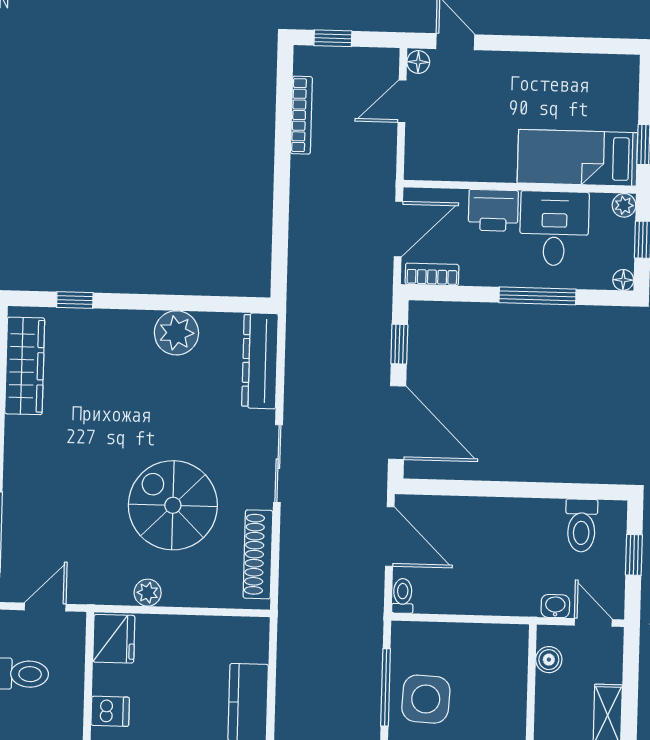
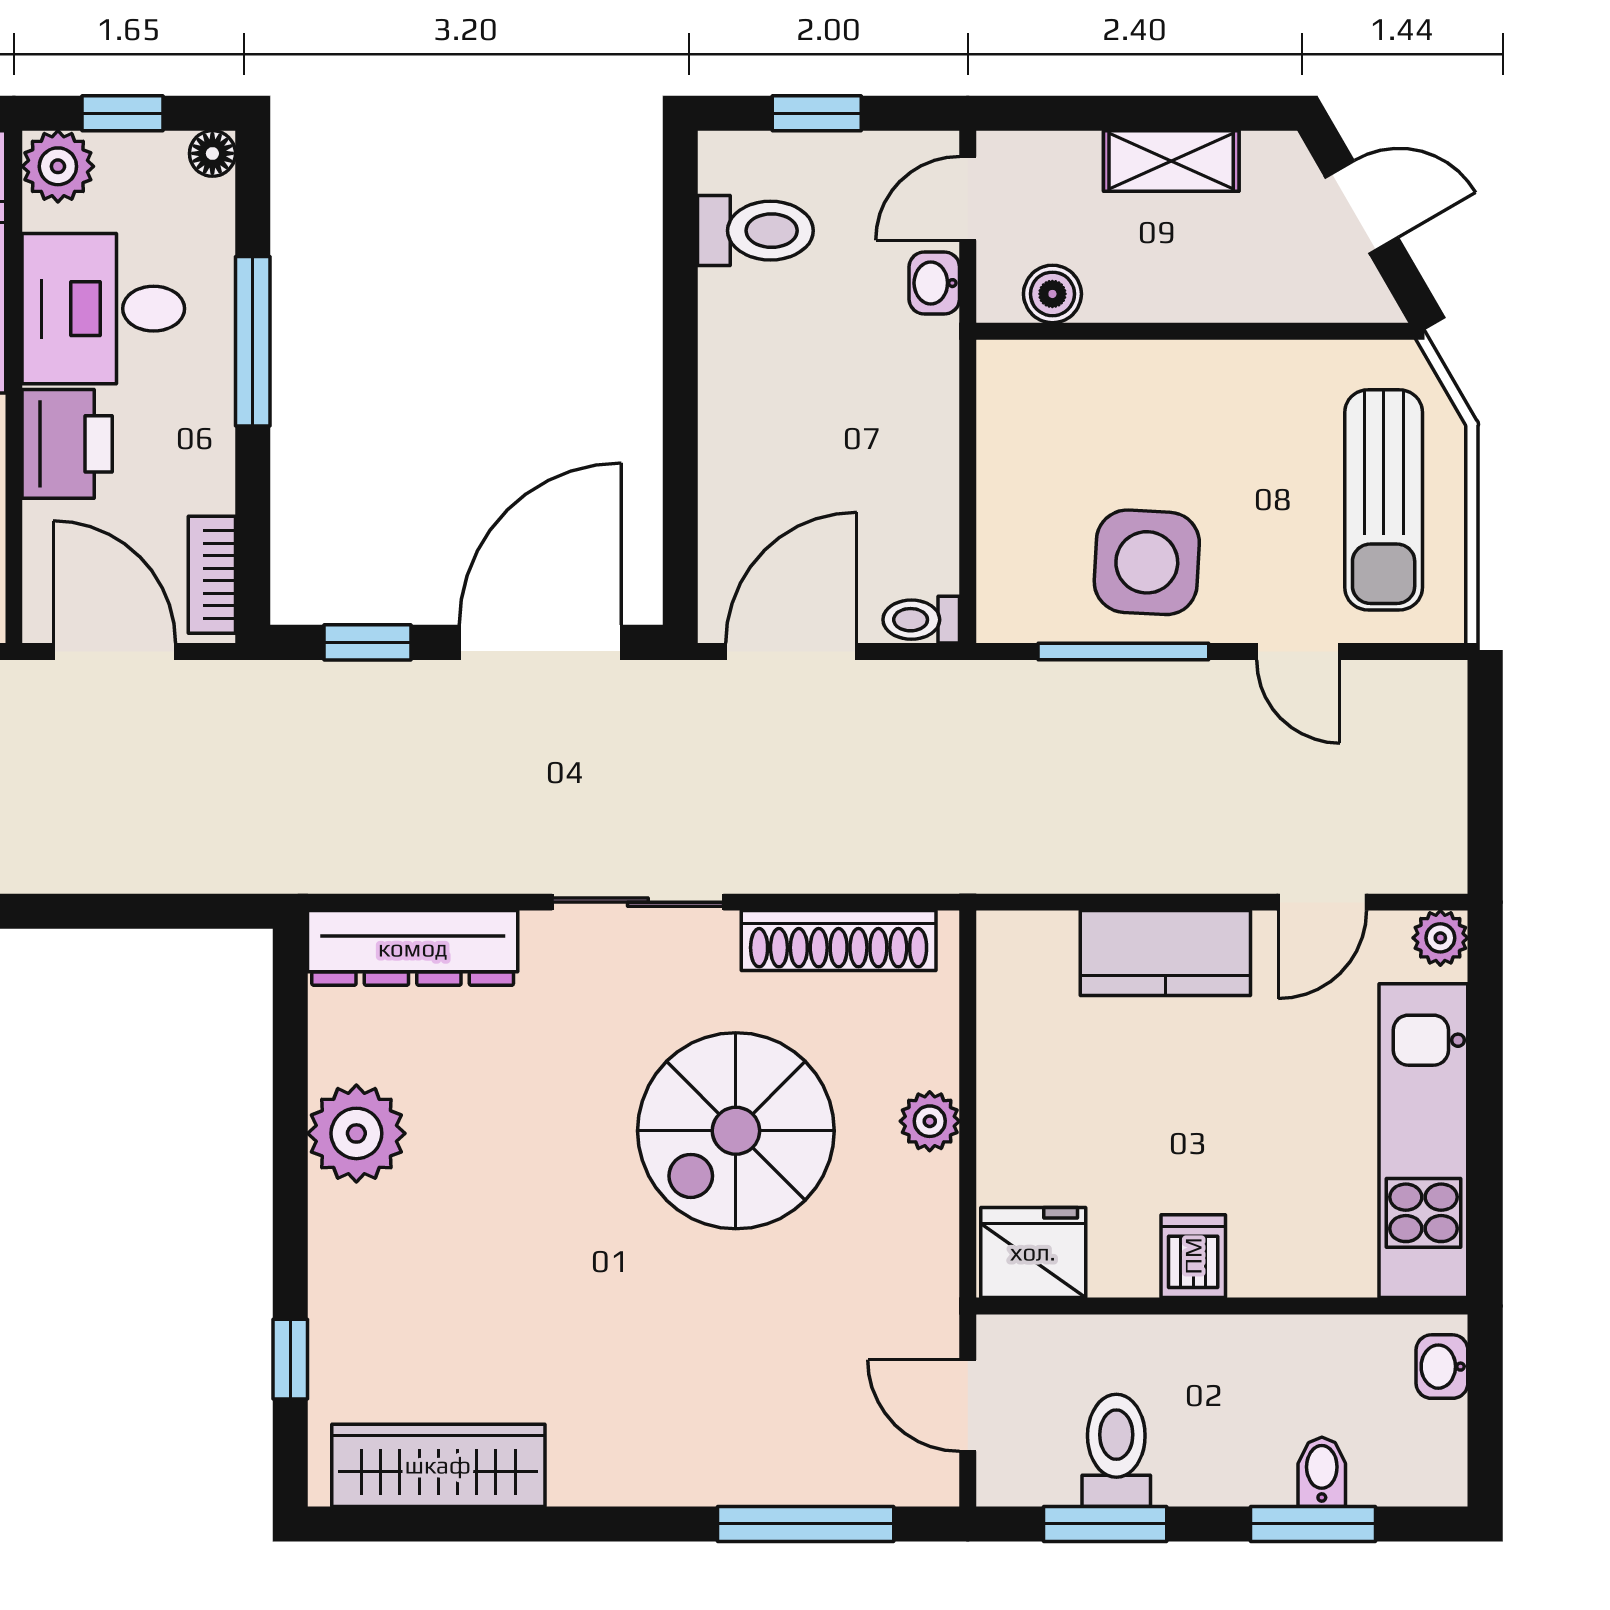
plant: (624, 205) -> (58, 166), width x1.38, depth x1.38
plant: (148, 593) -> (930, 1121), moved

